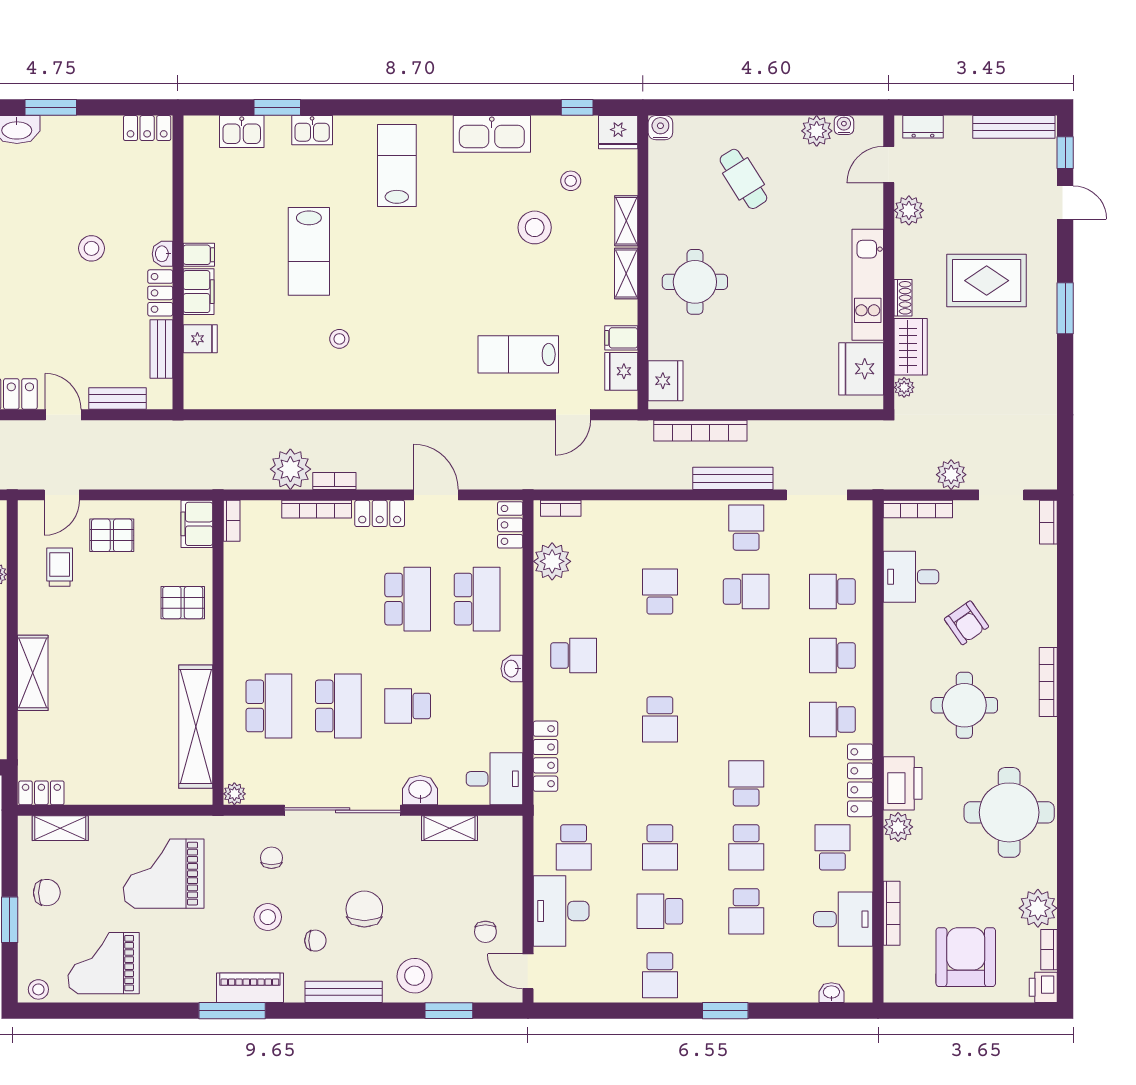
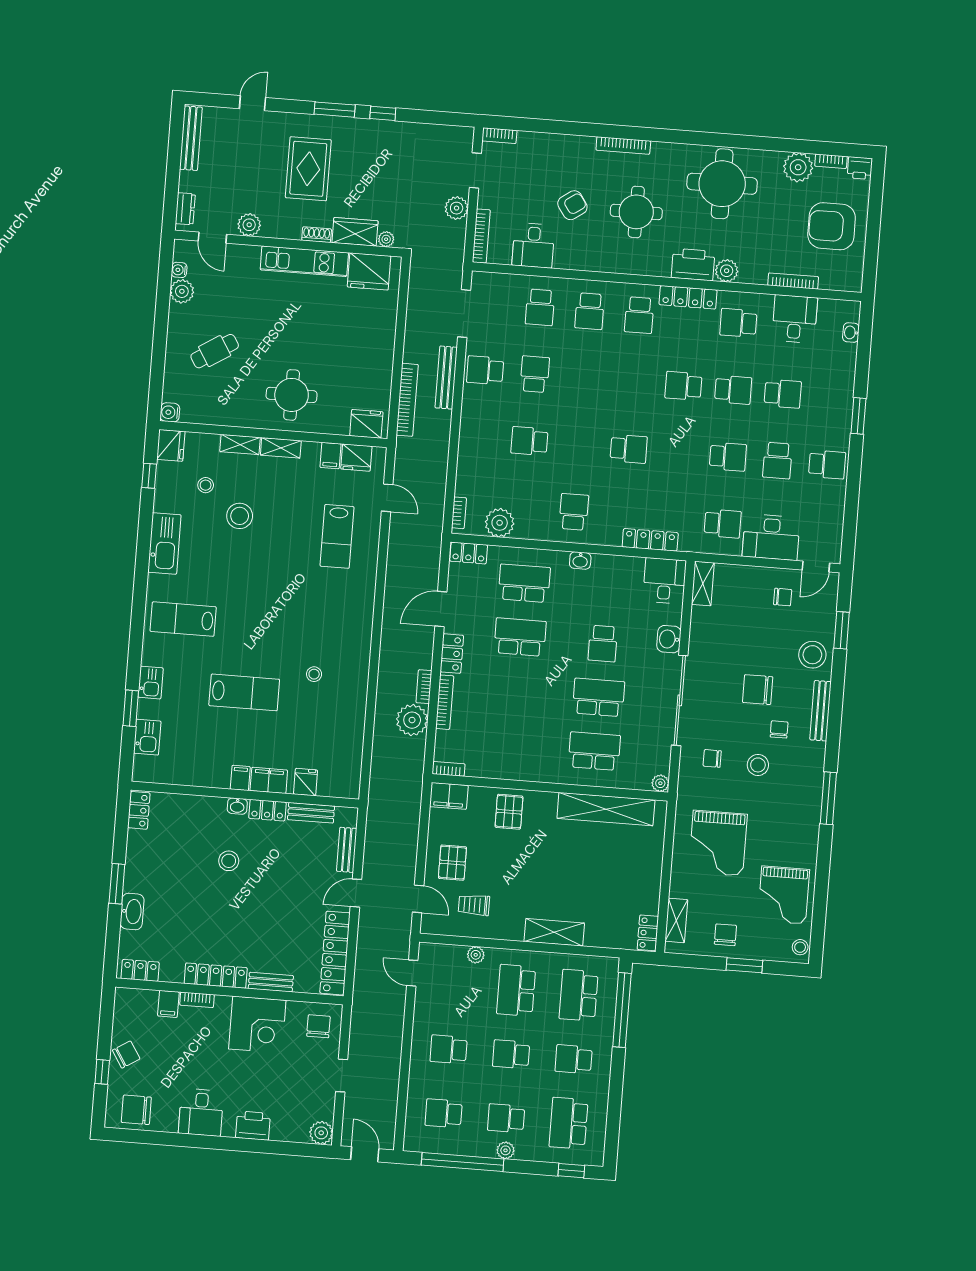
window: (1065, 153) -> (383, 113), moved
shelving: (449, 828) -> (703, 584), moved
piano: (250, 988) -> (812, 783), removed

